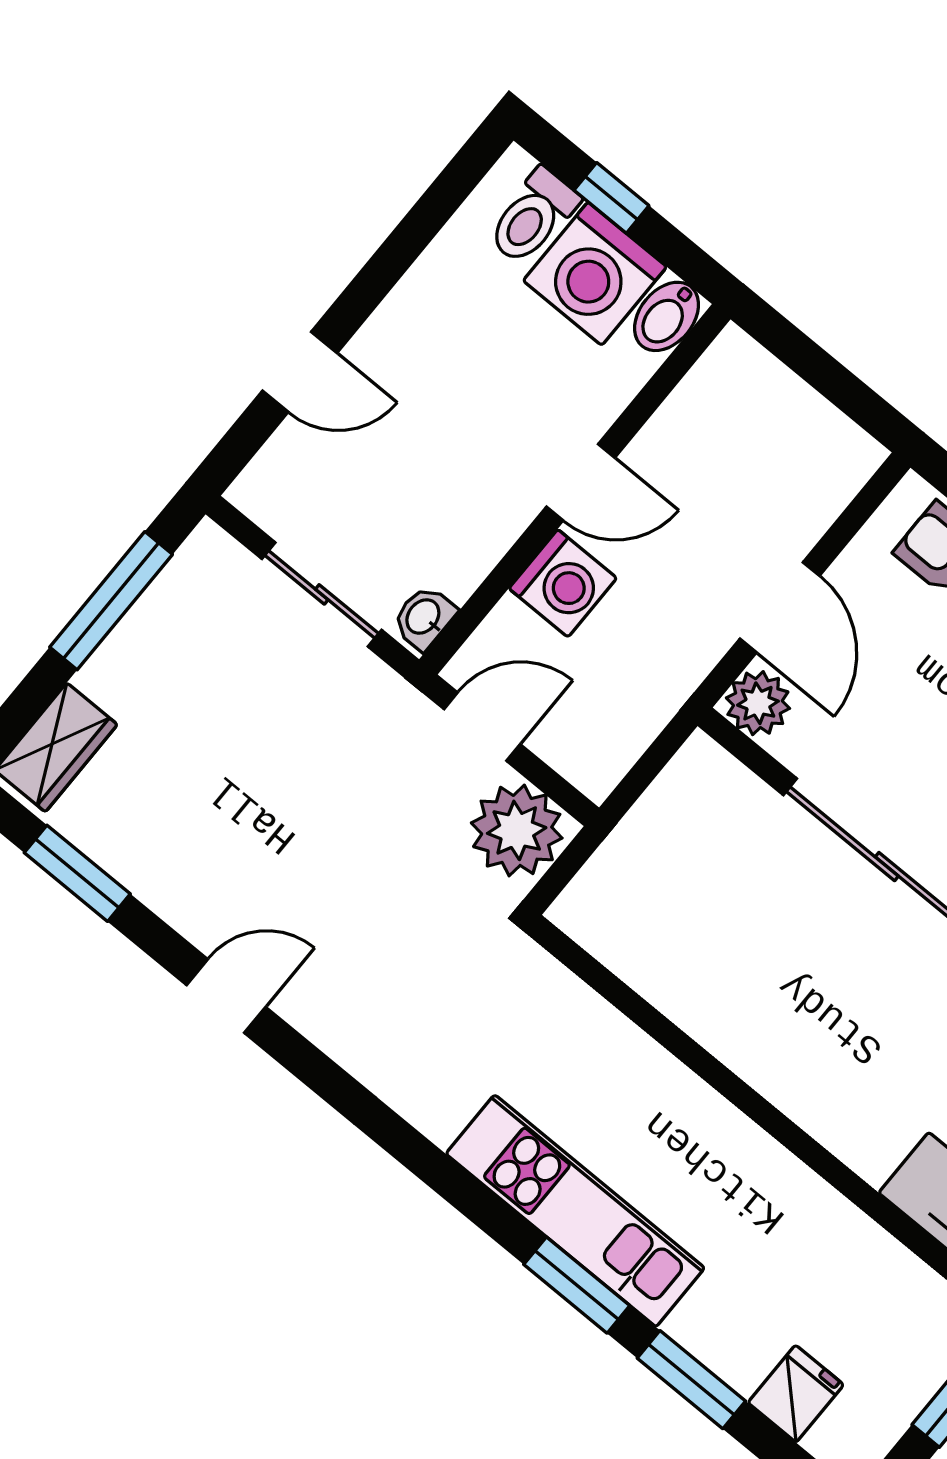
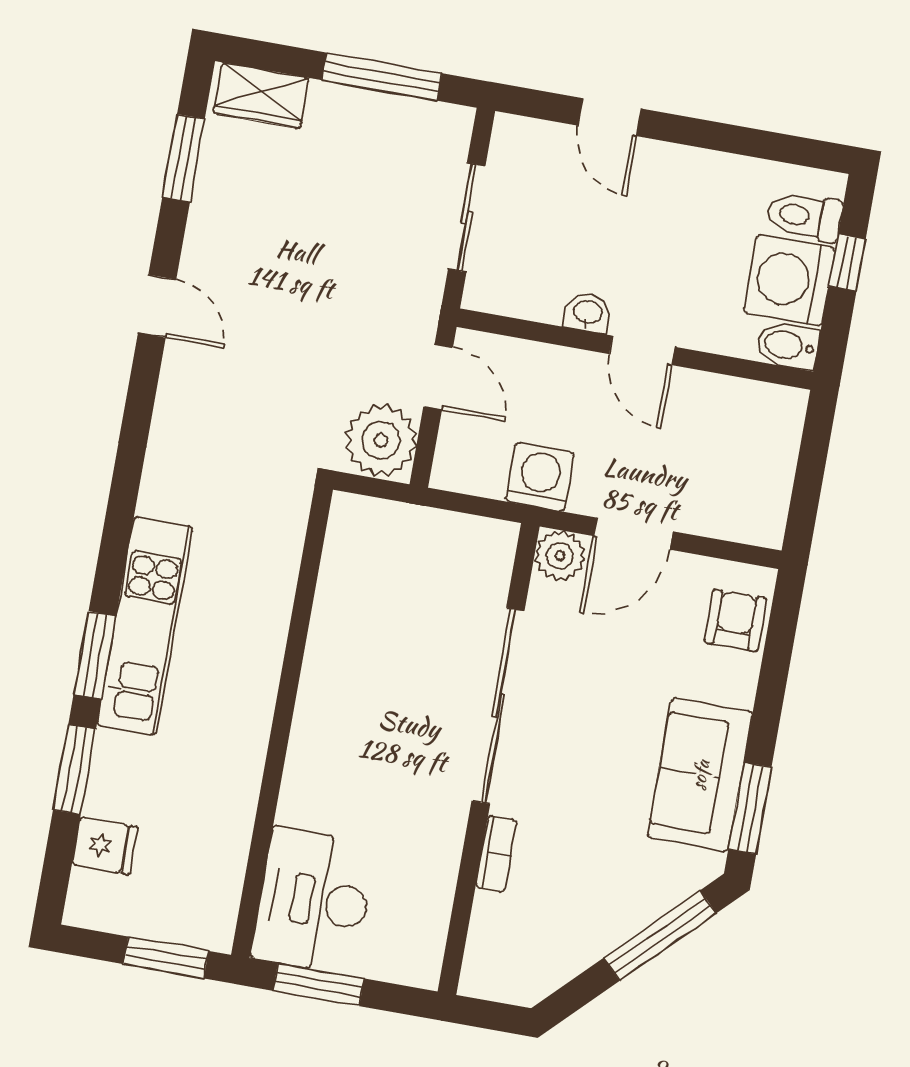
washing machine: (563, 583) -> (540, 477), moved, turned 180
washbasin: (424, 617) -> (588, 313), moved

